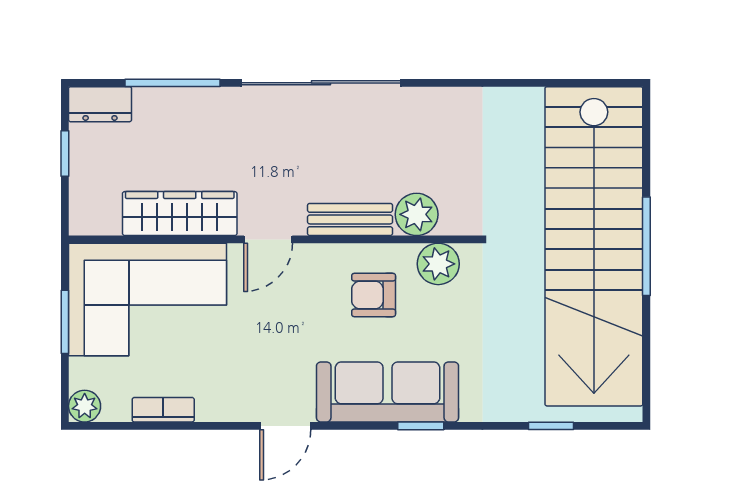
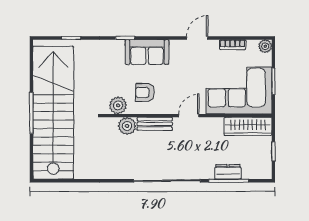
dresser: (100, 104) -> (228, 172), moved
wardrobe: (180, 214) -> (248, 126), moved
armchair: (374, 295) -> (145, 92), turned 180
sofa: (388, 392) -> (147, 52), width x0.73
door: (285, 426) -> (197, 38), moved

